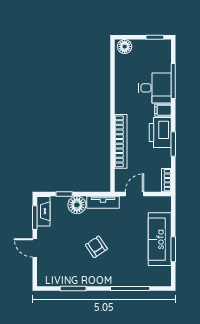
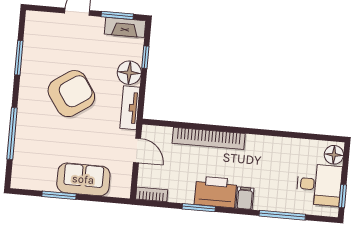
desk: (155, 88) -> (319, 185), moved, turned -90
sofa: (160, 239) -> (83, 179), width x0.73
armchair: (96, 247) -> (71, 94), width x1.88, depth x1.88

